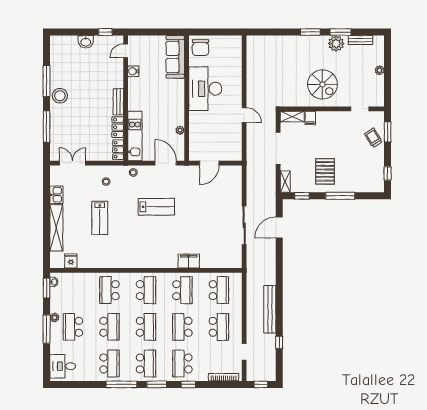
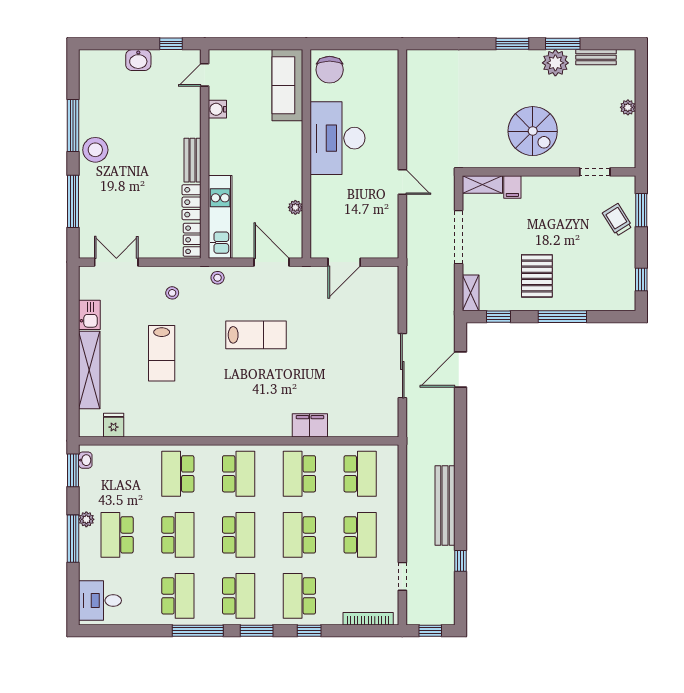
school desk: (182, 290) -> (299, 474), turned 180

